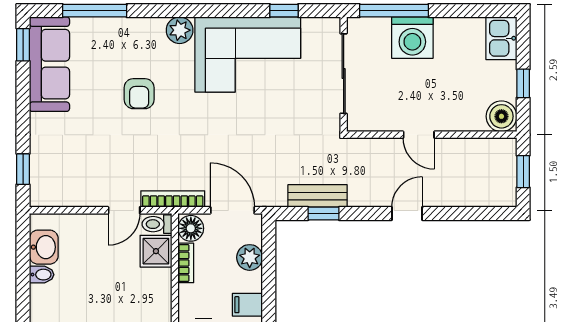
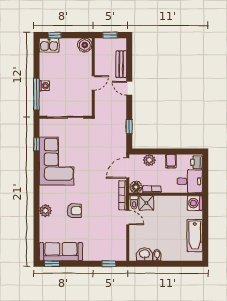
window: (95, 11) -> (36, 231), removed
plant: (180, 30) -> (45, 211), moved
washing machine: (412, 38) -> (44, 86), width x0.53, depth x0.53
window: (523, 83) -> (55, 35), moved
bench: (318, 196) -> (121, 64), moved

